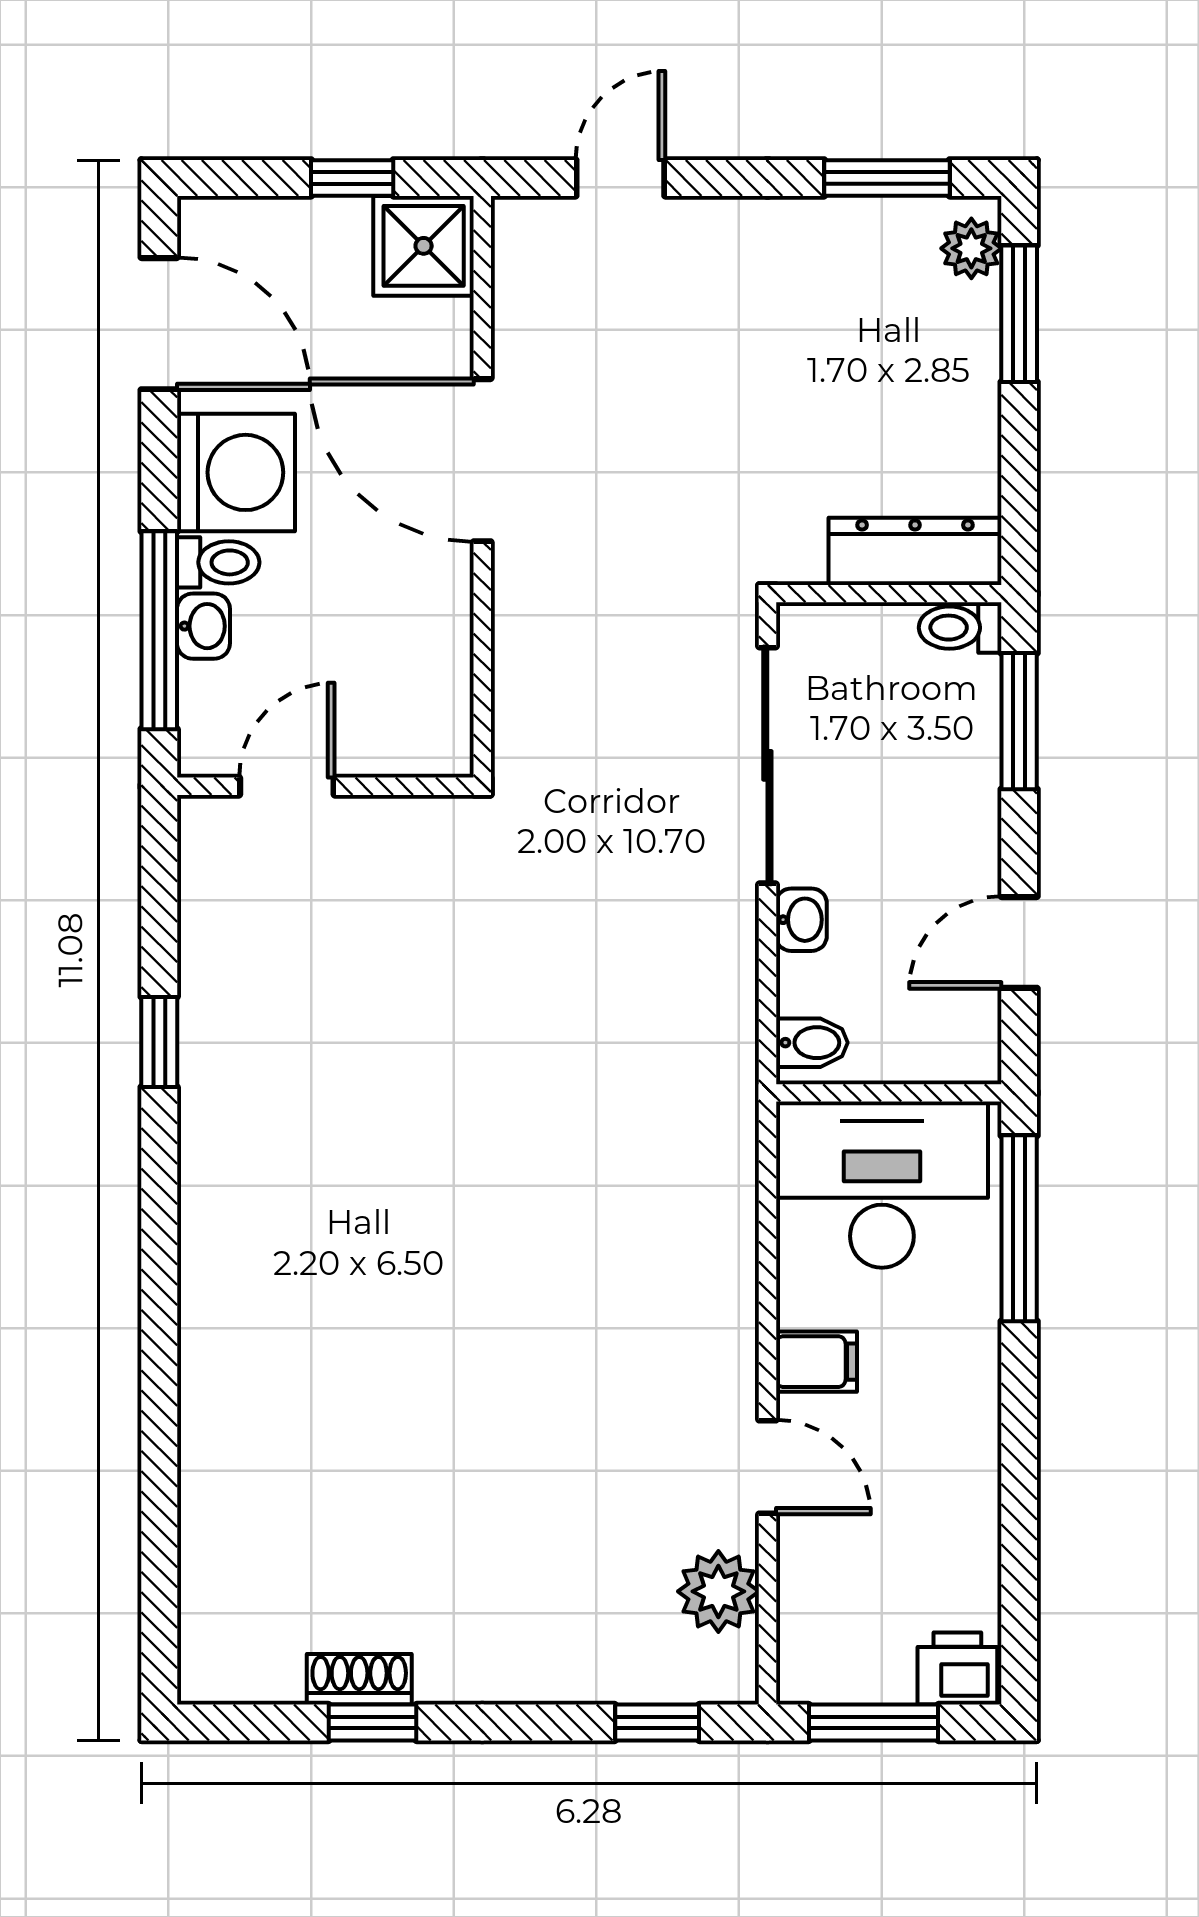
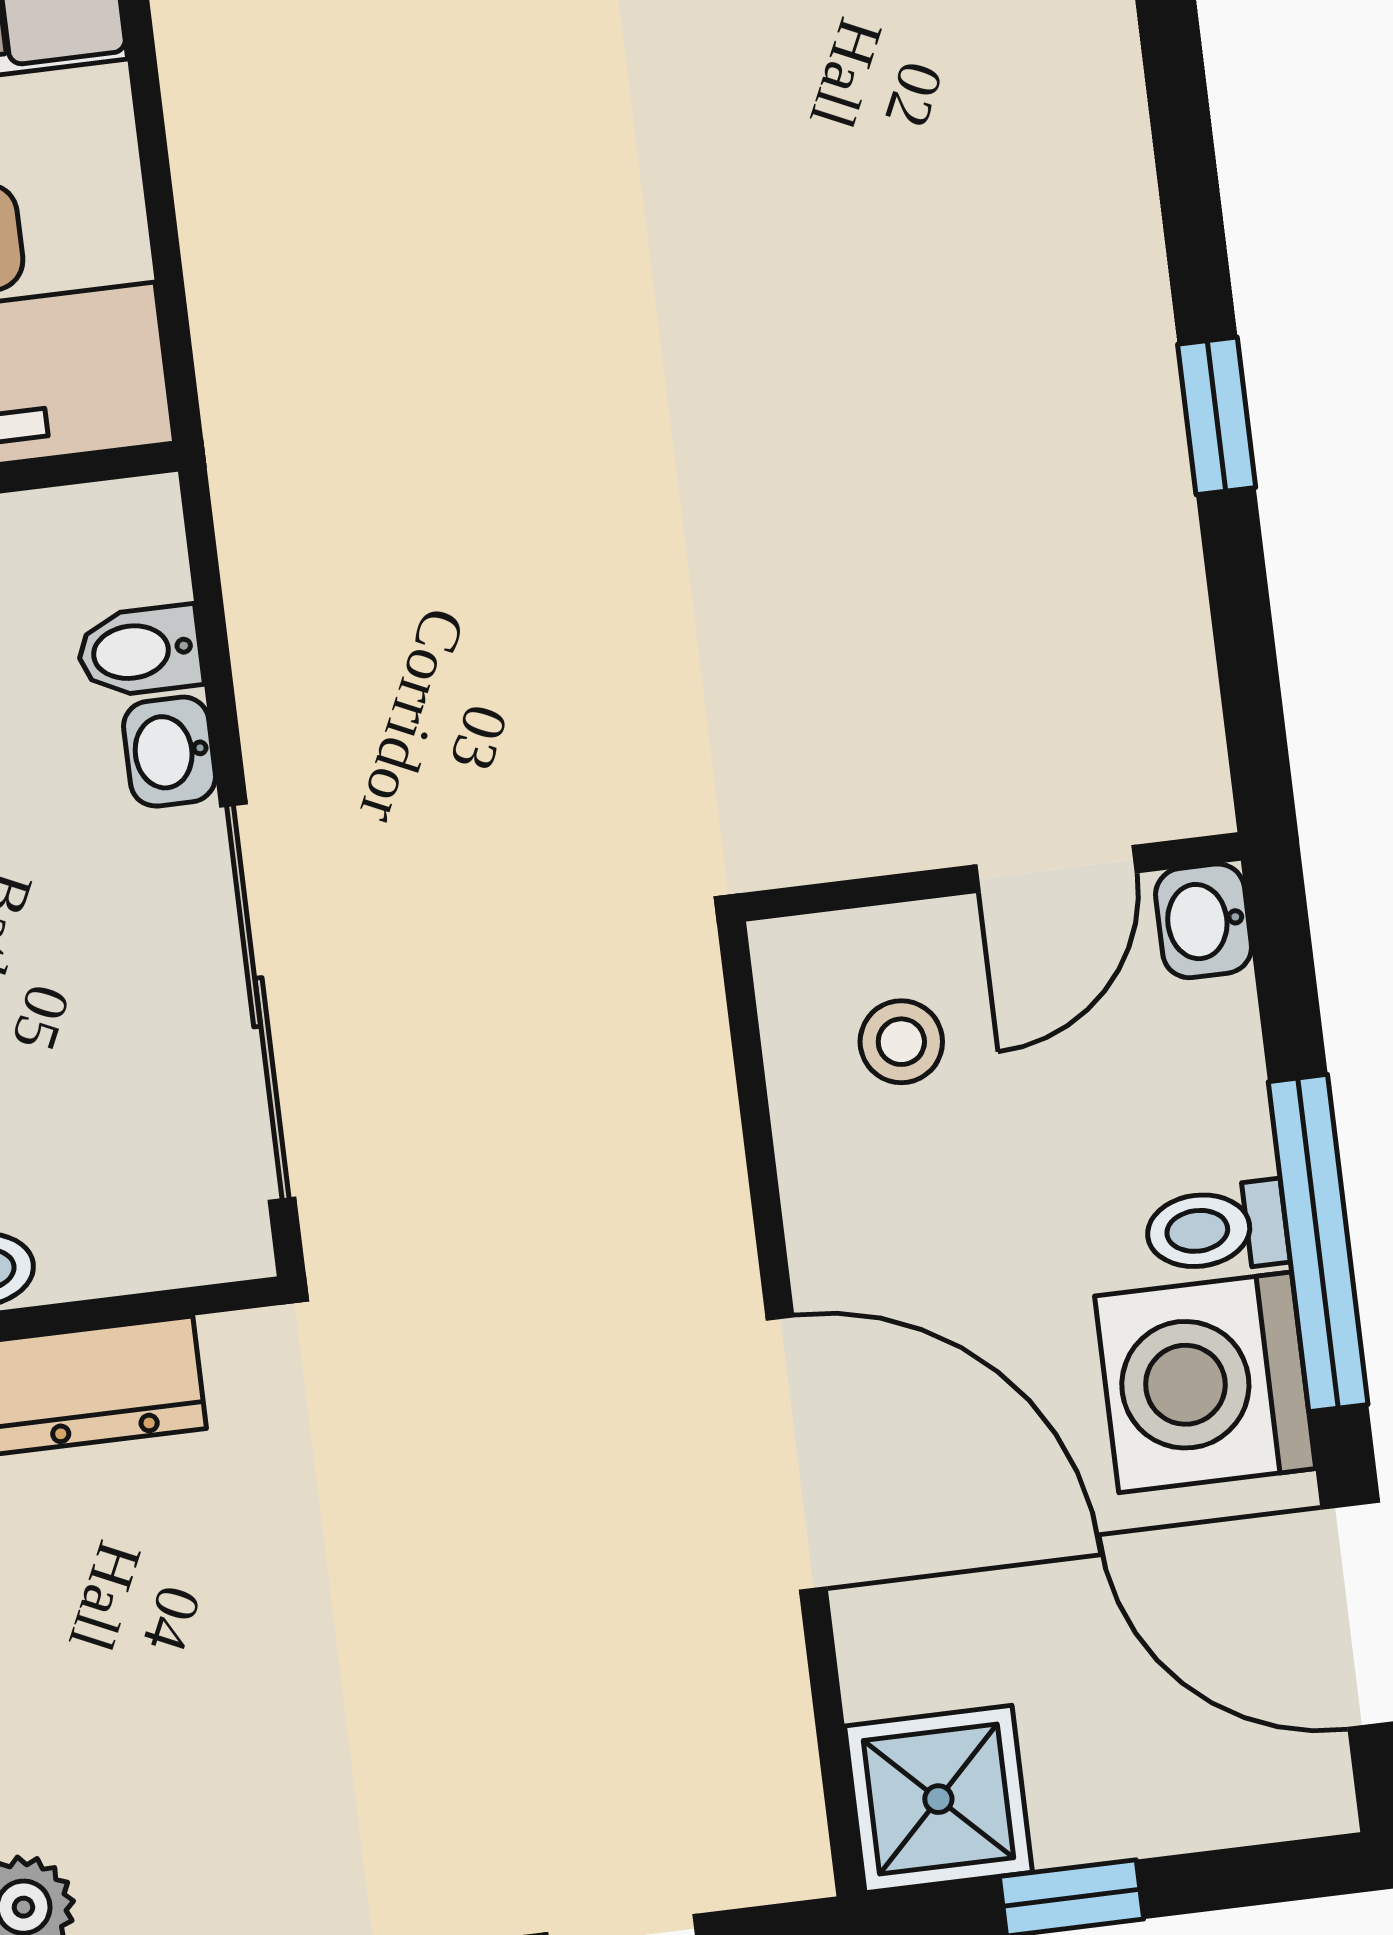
washbasin: (203, 626) -> (1204, 921), moved
window: (159, 630) -> (1318, 1243), moved
stool: (391, 695) -> (901, 1042), added
bidet: (812, 1043) -> (139, 651), moved

